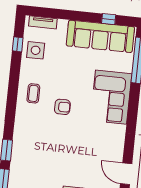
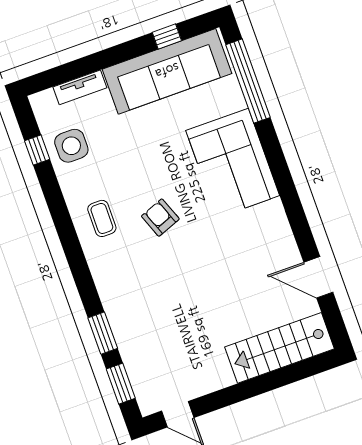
tv unit: (43, 22) -> (80, 87), moved
armchair: (62, 107) -> (160, 218), turned -111

